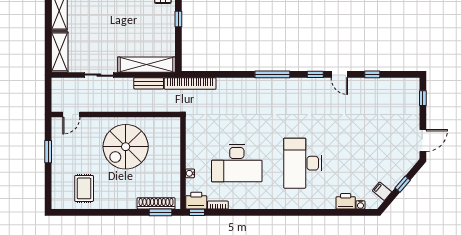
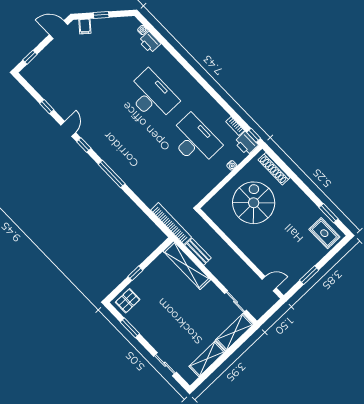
sliding door: (99, 75) -> (235, 302), moved
spiral stairs: (126, 147) -> (254, 203), moved, turned -90
desk: (303, 163) -> (152, 96), turned -90
rug: (84, 188) -> (324, 233), moved, turned 90
filing cabinet: (382, 191) -> (85, 26), moved
window: (161, 212) -> (328, 213), moved

